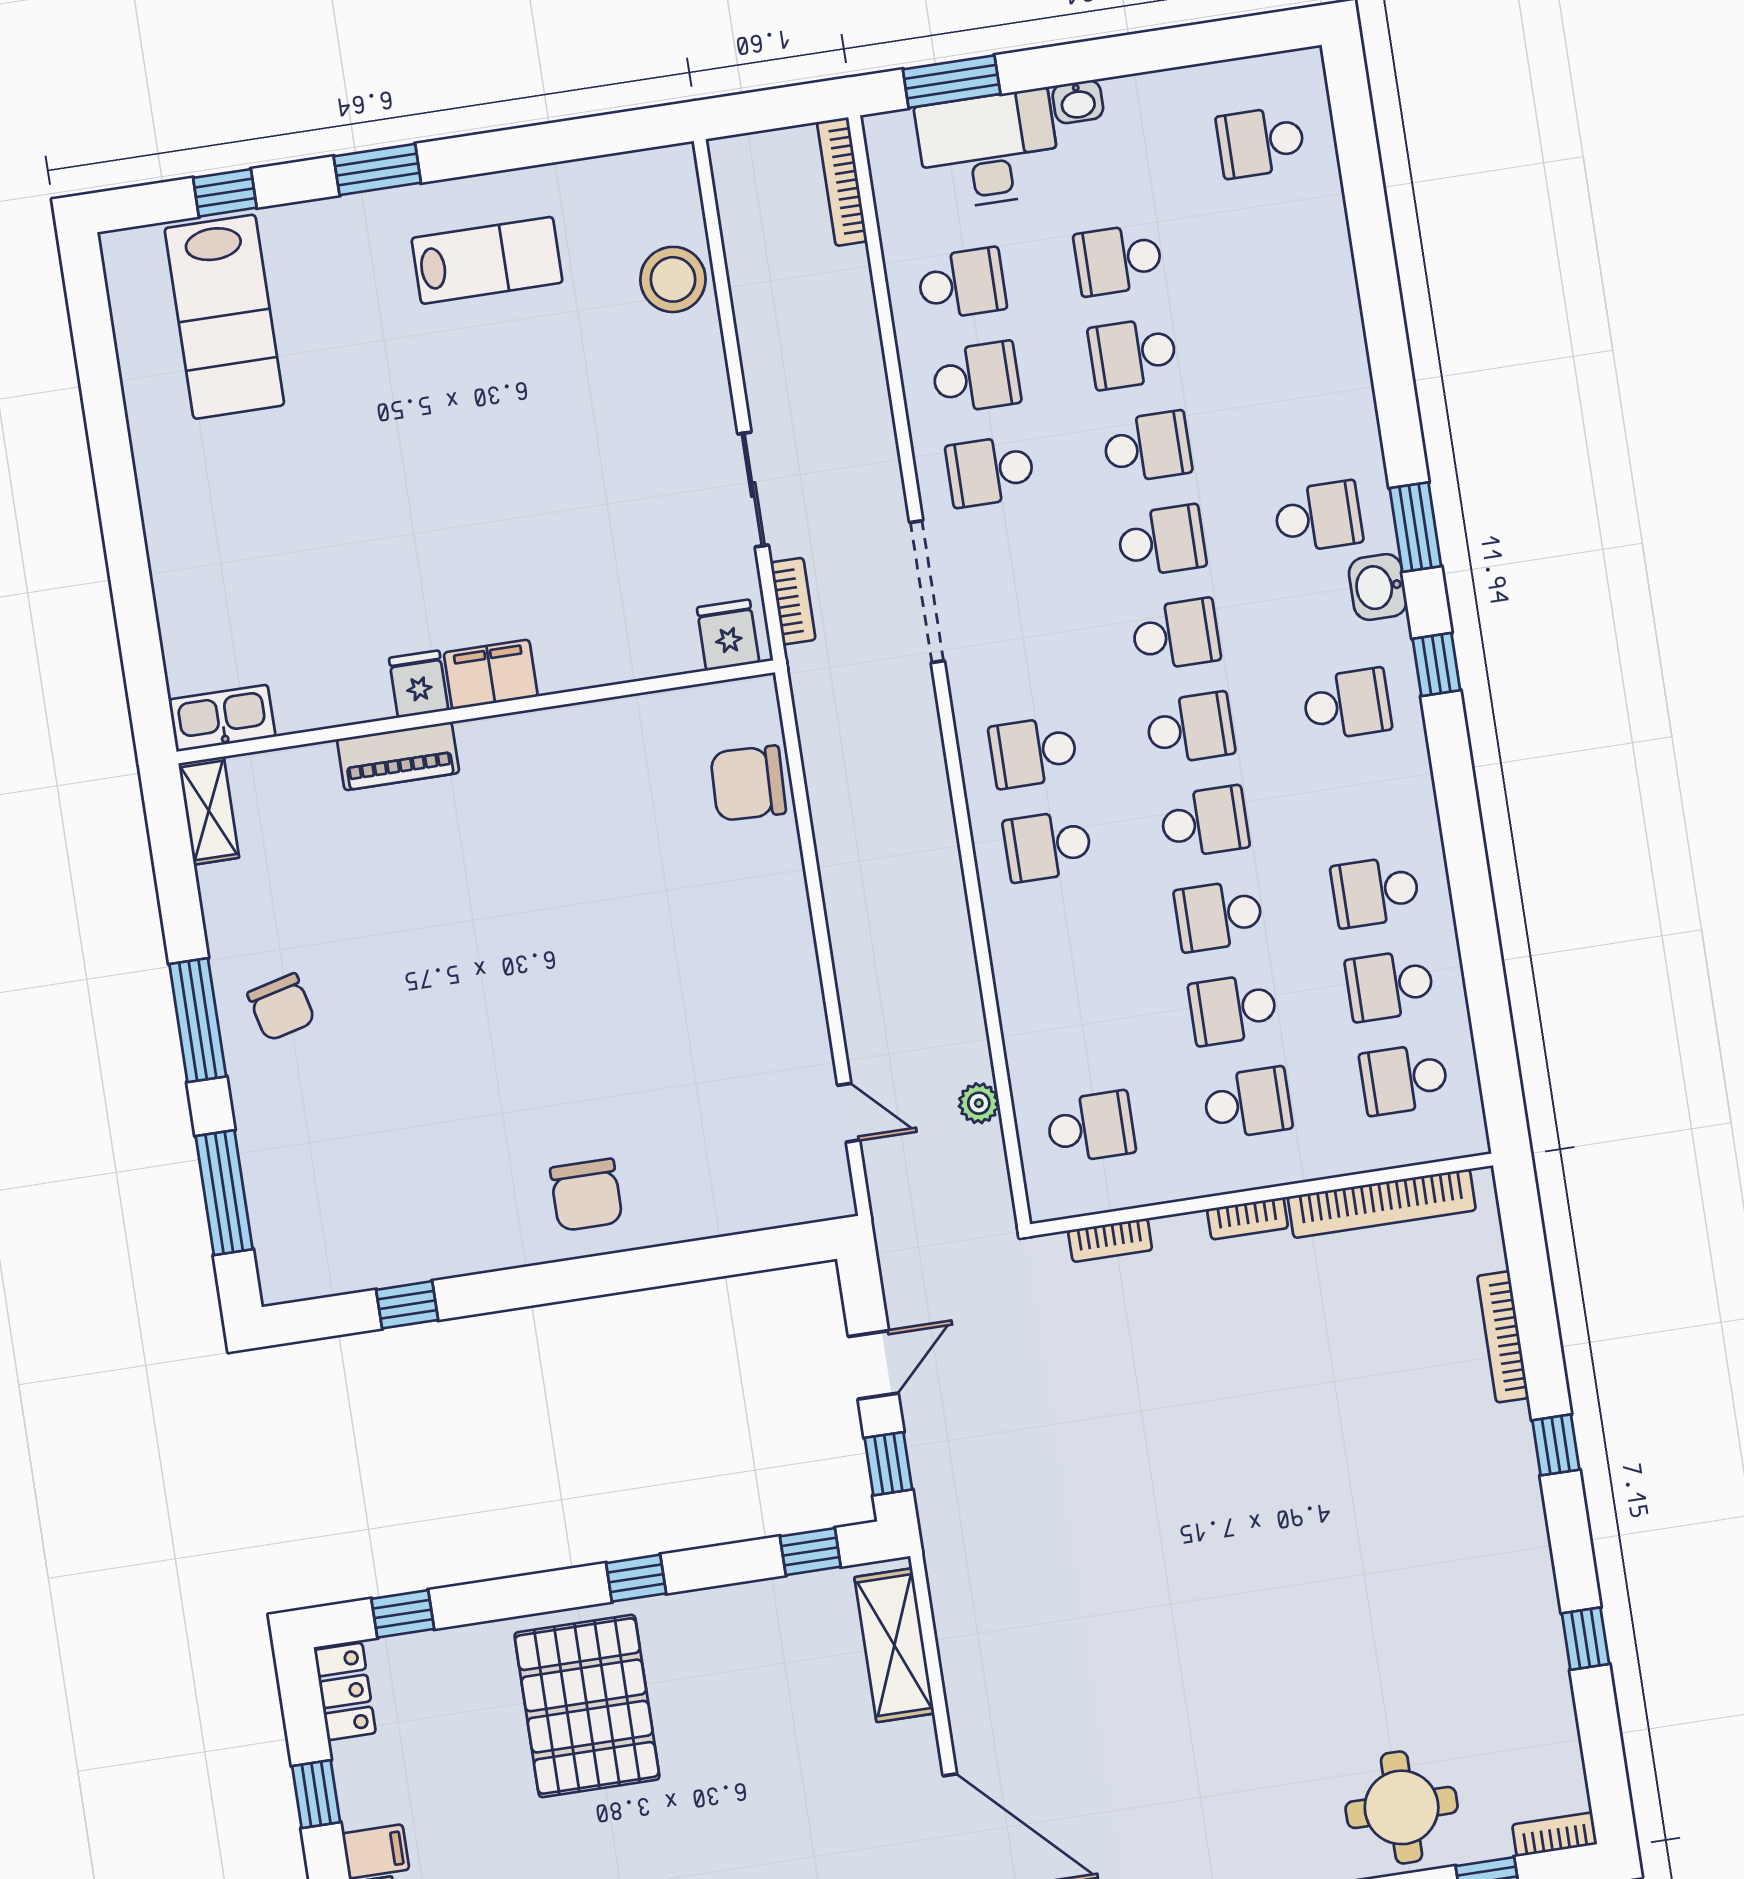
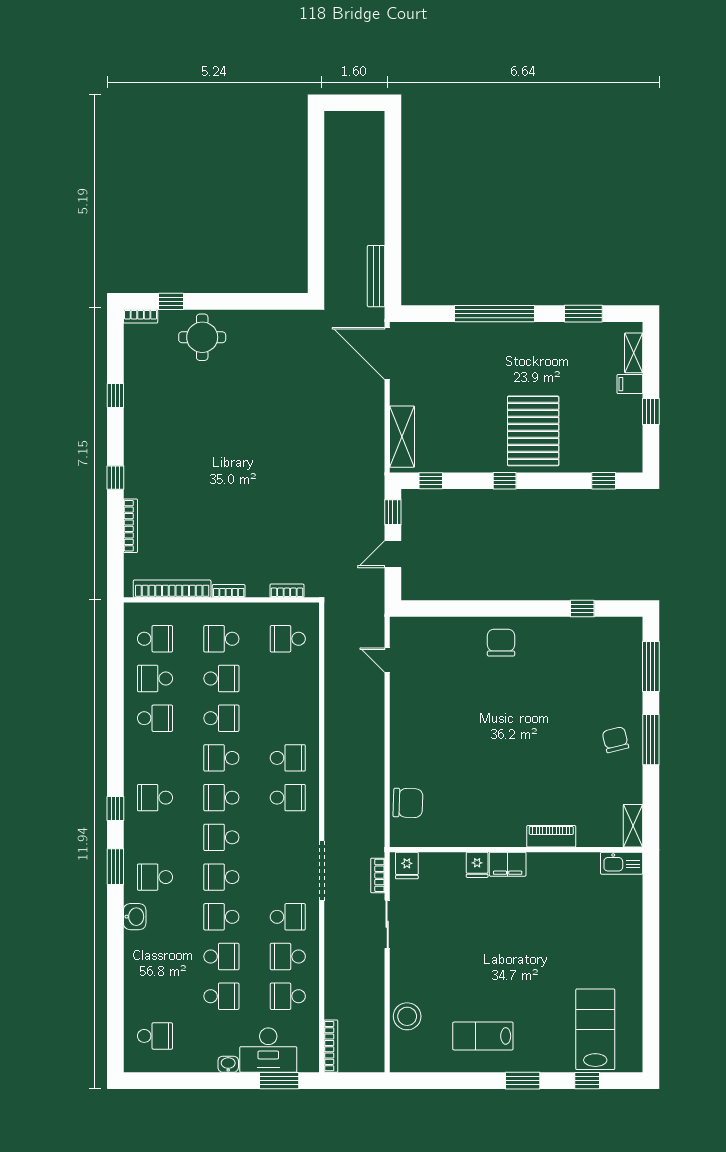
washbasin: (1378, 587) -> (135, 917), moved
fridge: (419, 684) -> (477, 865), moved
school desk: (1390, 985) -> (155, 678), turned 180
plant: (979, 1103) -> (333, 656), removed
locker: (345, 1691) -> (632, 452), removed

